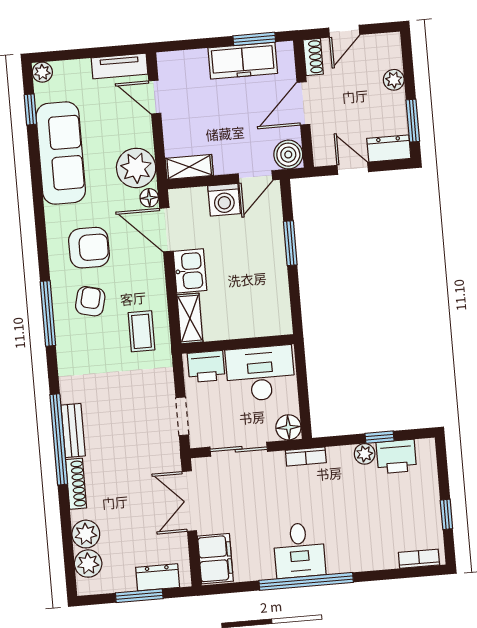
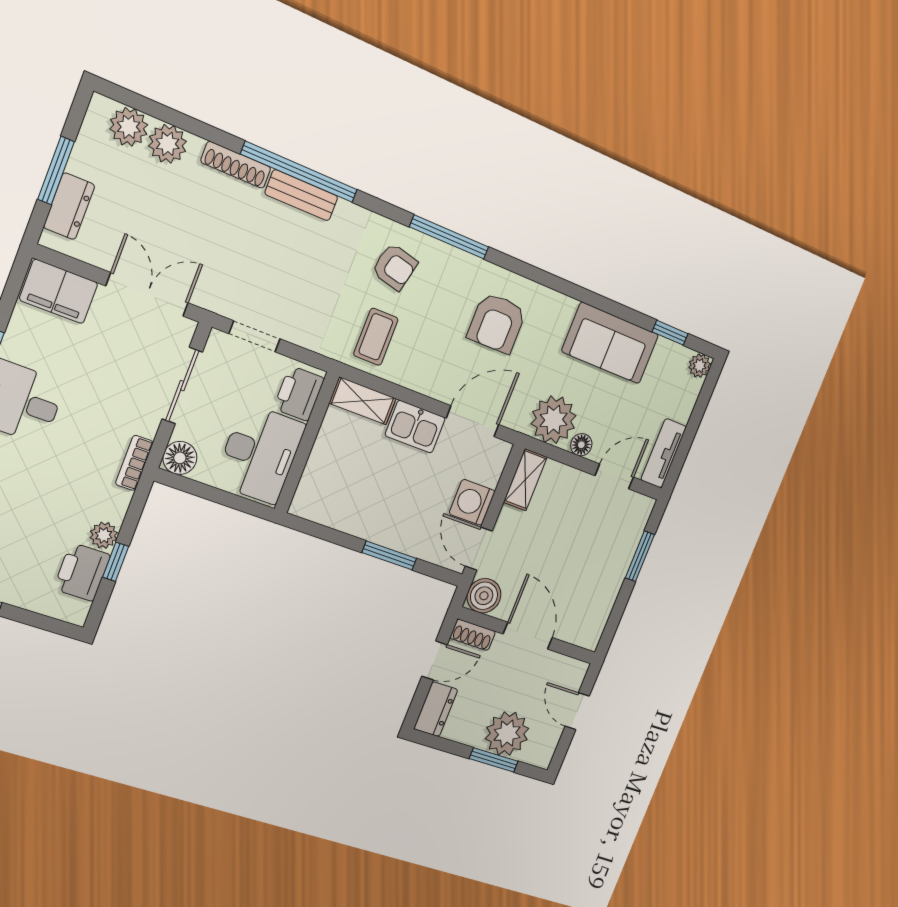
window: (254, 39) -> (640, 556), moved
shoe rack: (313, 57) -> (473, 635), moved
freezer: (243, 61) -> (603, 589), removed
plant: (394, 80) -> (507, 734), width x1.87, depth x1.87
window: (413, 121) -> (494, 760), moved
sofa: (61, 153) -> (610, 343), width x0.73
floor lamp: (149, 198) -> (581, 445), moved
armchair: (90, 301) -> (395, 267), moved
coffee table: (141, 331) -> (376, 337), turned 90

